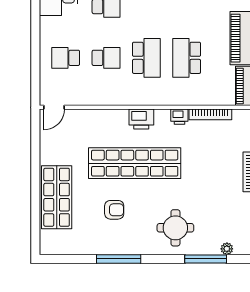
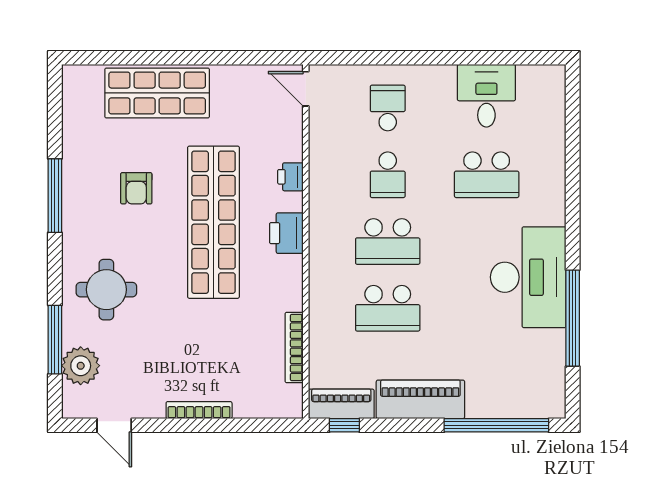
school desk: (187, 58) -> (388, 308), turned 180
printer: (179, 117) -> (290, 177), moved
plant: (227, 249) -> (81, 366), width x1.88, depth x1.88

